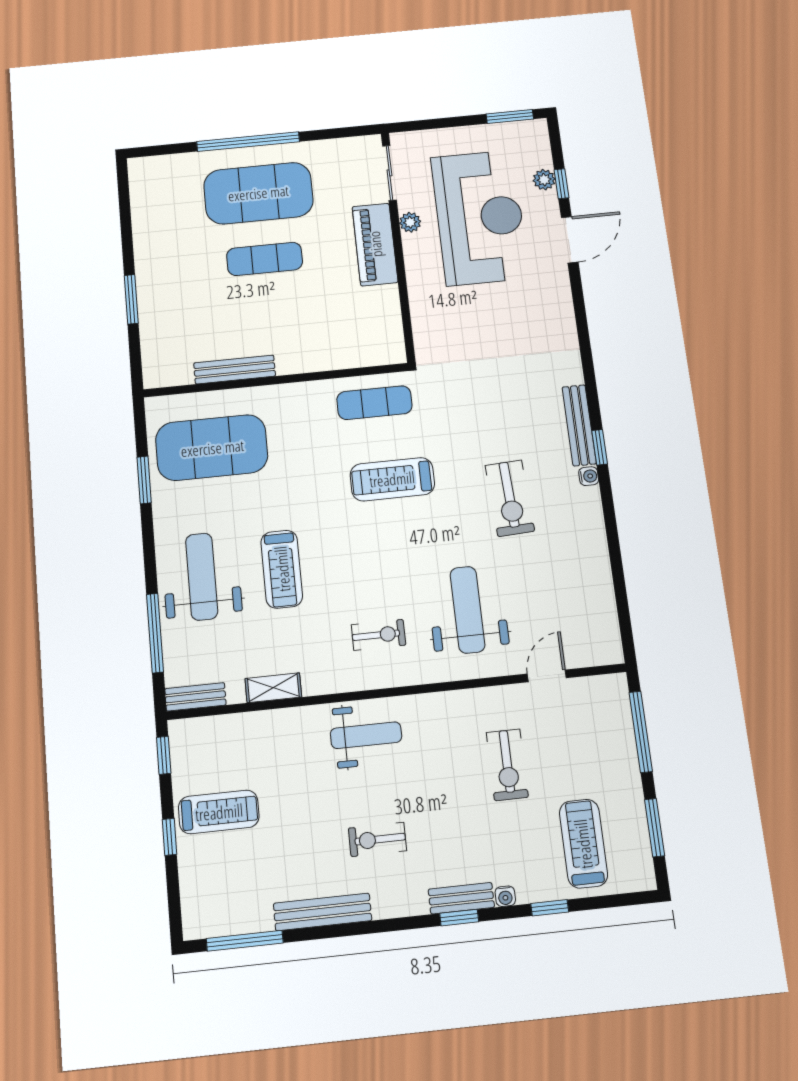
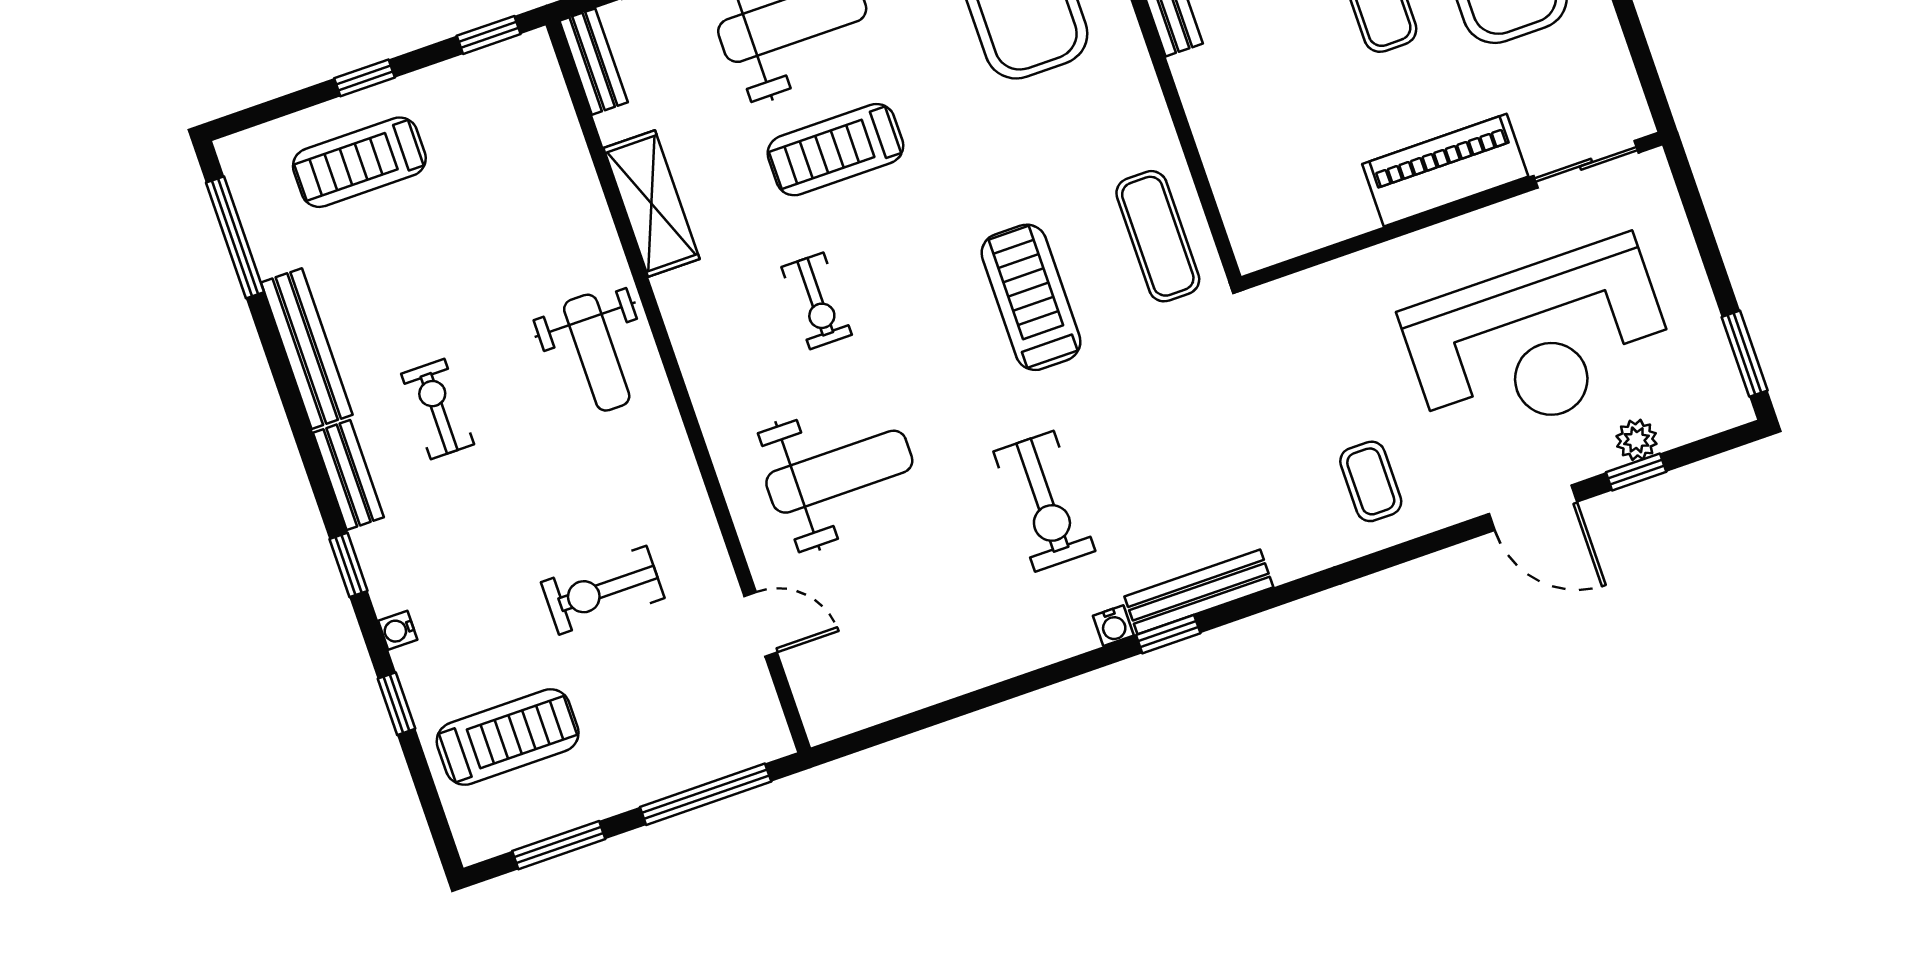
plant: (410, 222) -> (1501, 222), removed
coffee table: (537, 320) -> (1371, 481), added
exercise bike: (510, 498) -> (1044, 501), turned -87
exercise bike: (378, 635) -> (817, 301), moved
shelving: (273, 688) -> (651, 203), width x1.50, depth x1.33
treadmill: (219, 812) -> (359, 162), moved, turned 90
bench: (461, 898) -> (348, 475), moved

